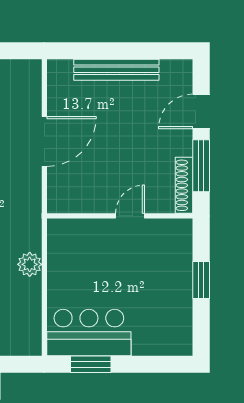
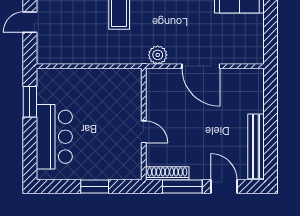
bench: (116, 70) -> (256, 146), moved
plant: (30, 264) -> (158, 55), moved
bar counter: (89, 333) -> (54, 137), moved

